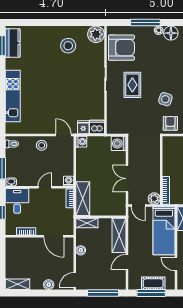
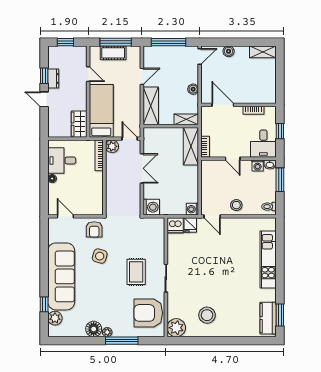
washing machine: (69, 181) -> (258, 166), moved
door: (45, 187) -> (233, 159), hinge flipped

